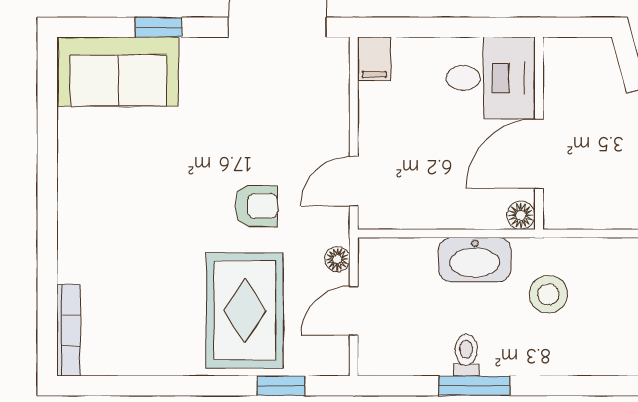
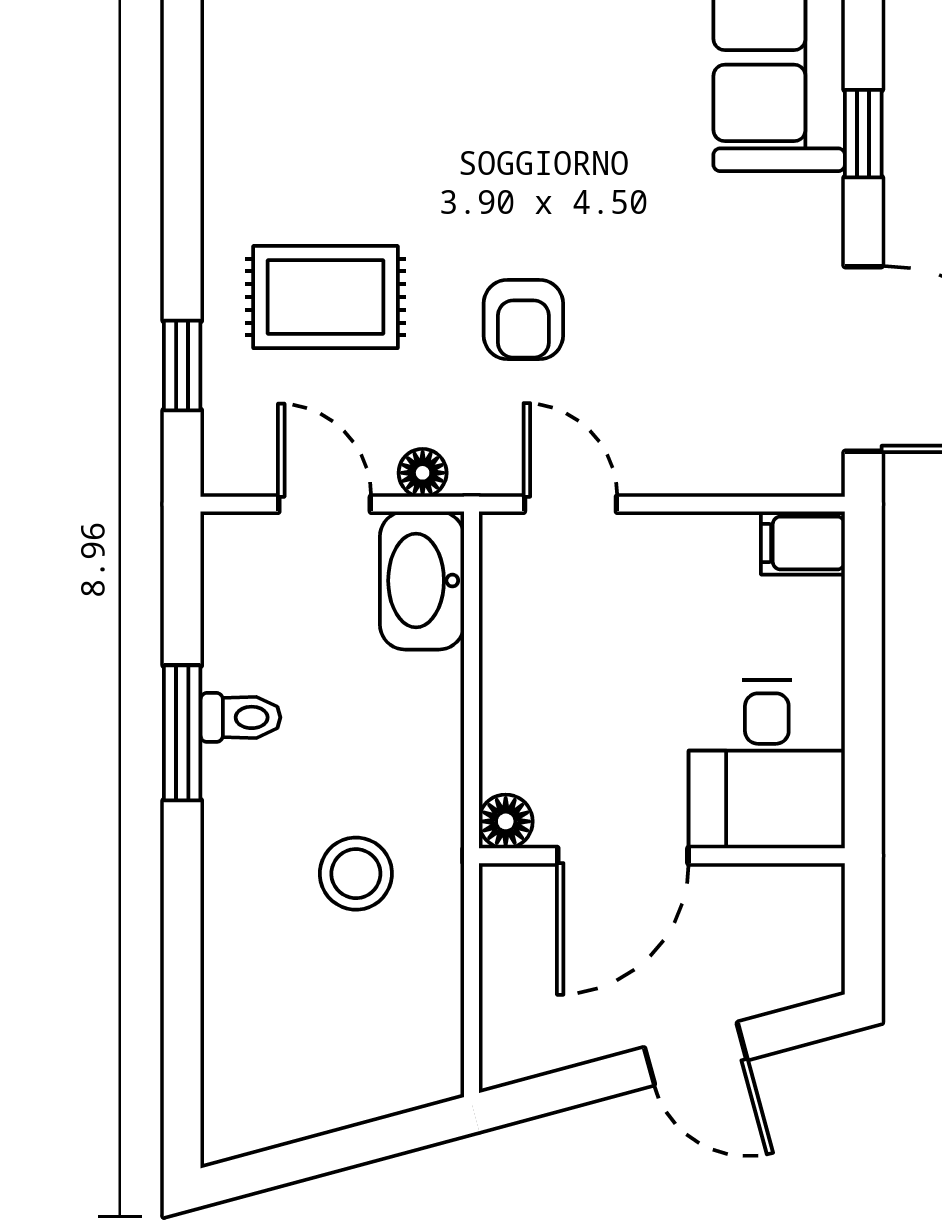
door: (539, 154) -> (623, 856), swing flipped
washbasin: (475, 260) -> (422, 581), moved
rug: (245, 310) -> (326, 297), width x0.73, depth x0.70

